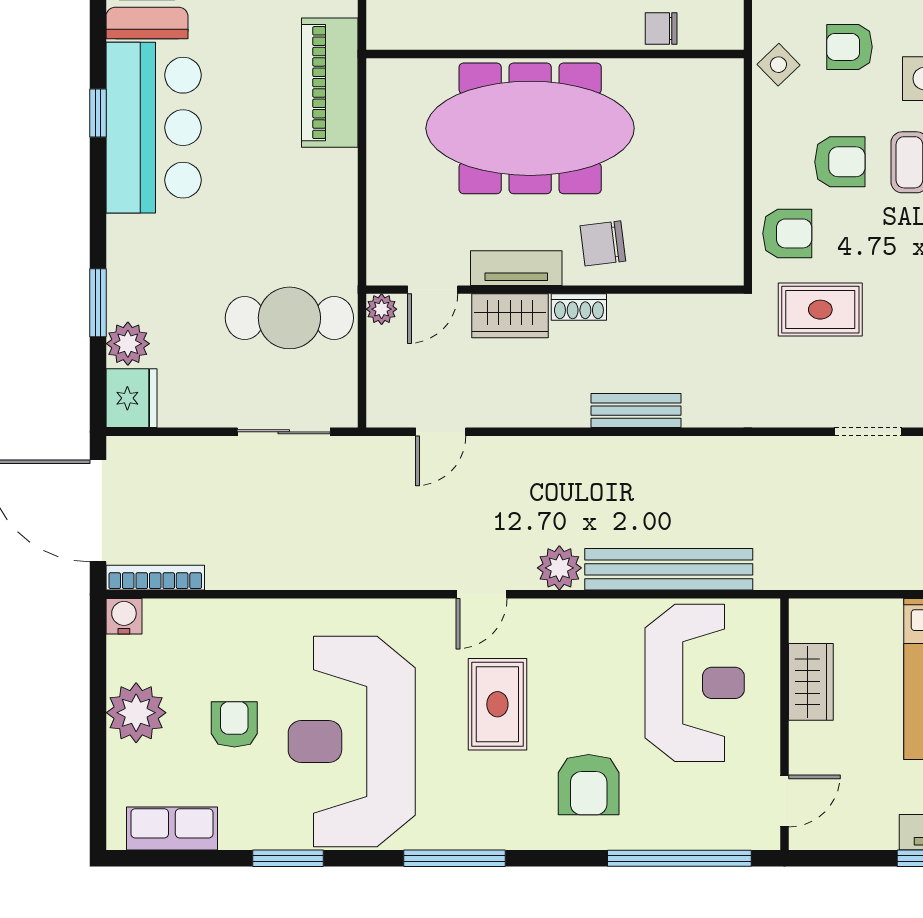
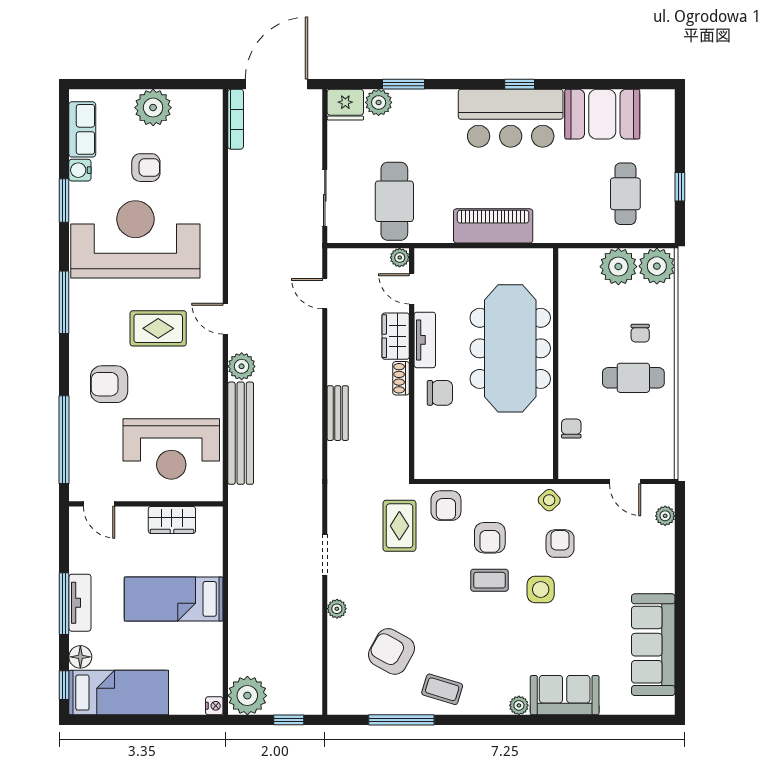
piano: (330, 83) -> (493, 226), moved
chair: (603, 243) -> (440, 393), turned 97
water cooler: (124, 616) -> (80, 170), moved, turned 180

